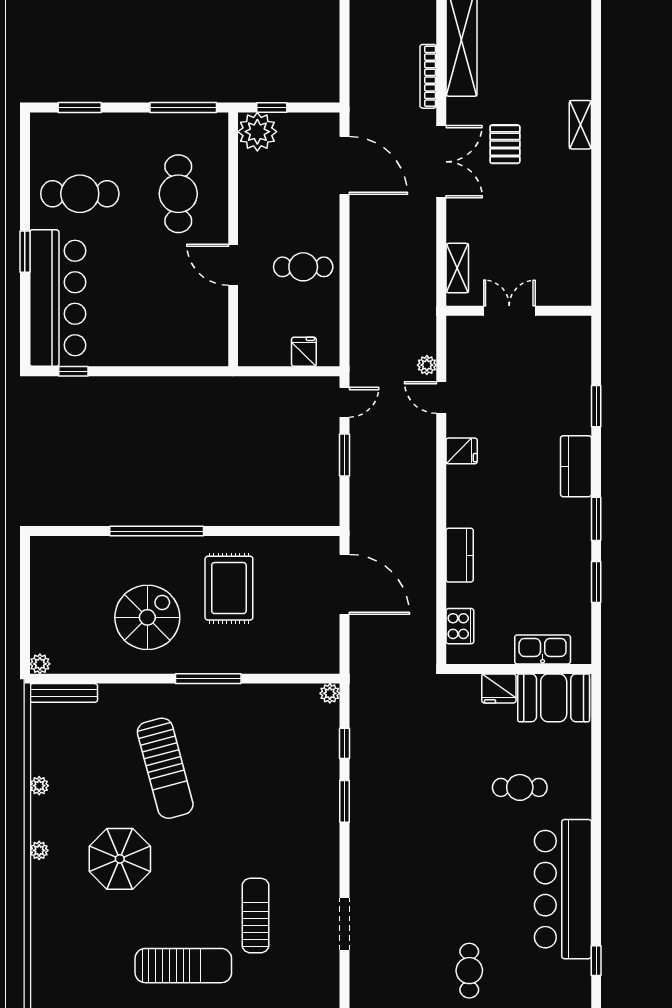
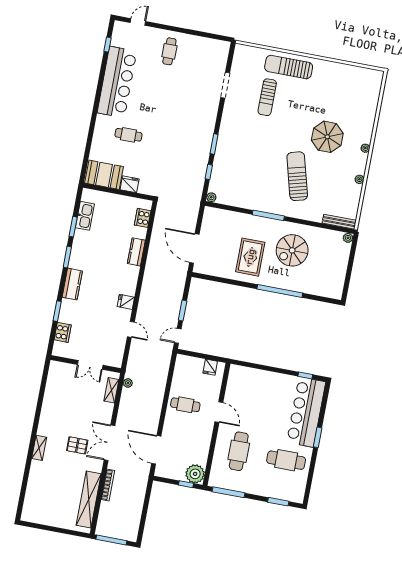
pallet: (505, 144) -> (77, 445), turned 90
fridge: (304, 352) -> (210, 367), moved
plant: (427, 365) -> (128, 383), moved
cooker: (577, 366) -> (63, 332), added
kitchen sink: (543, 649) -> (85, 216), moved, turned -90
sun lounger: (183, 966) -> (289, 67), moved

